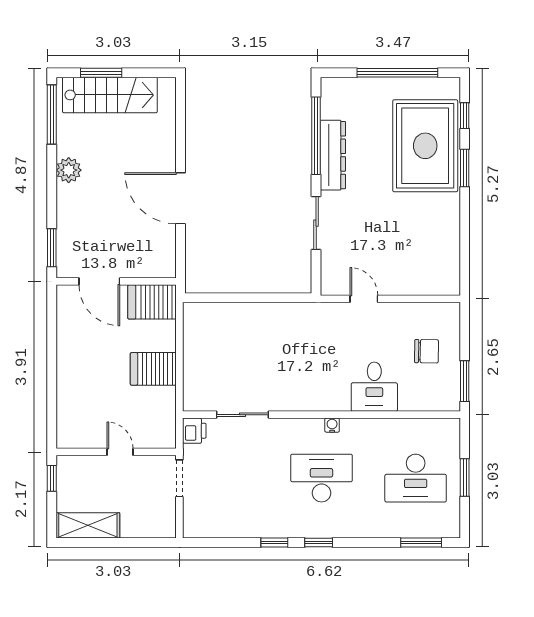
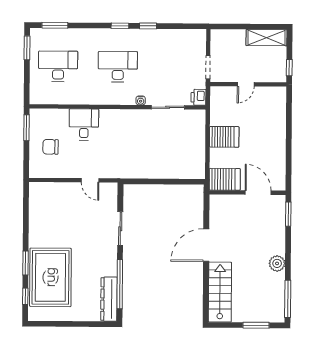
window: (397, 73) -> (68, 324), removed
stairs: (110, 95) -> (220, 292), moved, turned 90
dresser: (333, 155) -> (109, 299), moved
door: (181, 198) -> (206, 245), swing flipped
water cooler: (332, 425) -> (141, 100), moved
door: (120, 452) -> (246, 84), hinge flipped
desk: (322, 478) -> (118, 67), turned 180
window: (465, 478) -> (27, 48), moved

